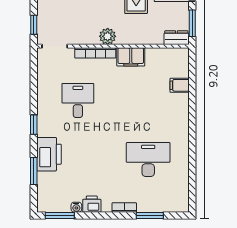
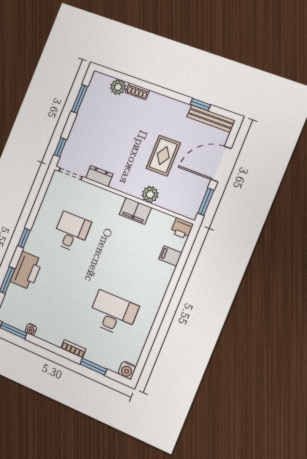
plant: (108, 36) -> (150, 194), moved
dresser: (176, 38) -> (99, 176), moved
bookcase: (95, 53) -> (104, 194), removed
printer: (92, 204) -> (182, 228), moved, turned 180
water cooler: (182, 205) -> (127, 370), added

